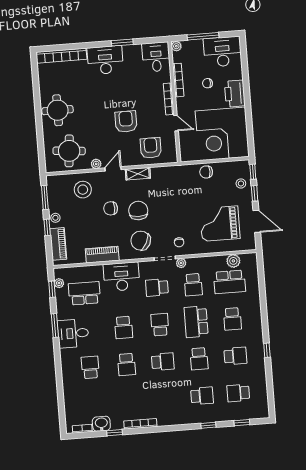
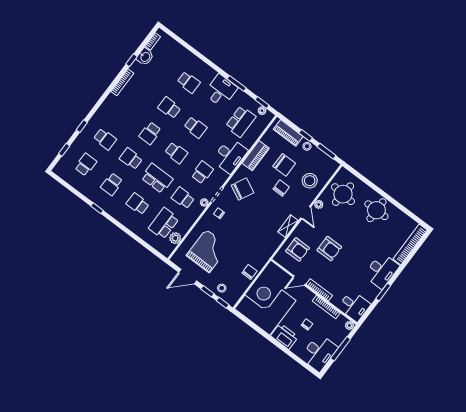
chair: (138, 211) -> (284, 165), moved
school desk: (124, 327) -> (195, 127), turned 180
school desk: (202, 396) -> (105, 139), turned -90

